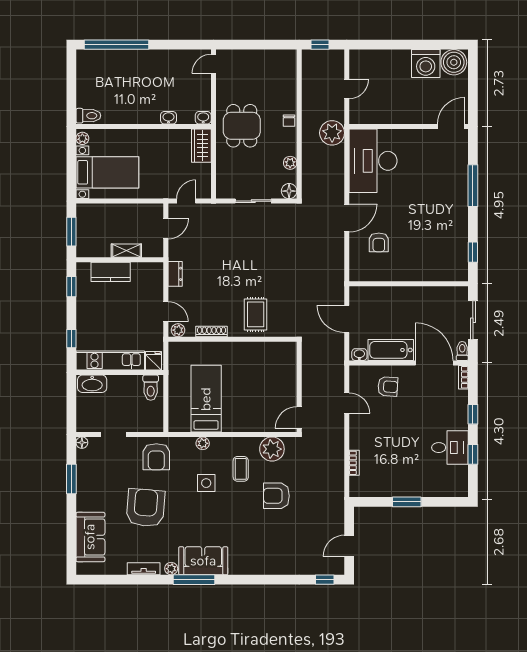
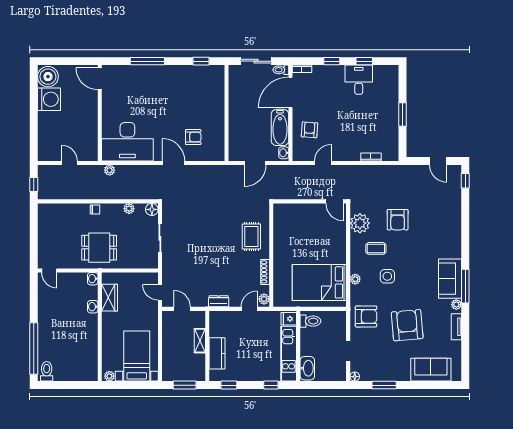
toilet: (88, 116) -> (47, 371), moved
plant: (332, 133) -> (110, 170), width x0.53, depth x0.53
wardrobe: (201, 146) -> (109, 298), moved, turned -90
rug: (256, 314) -> (251, 236), turned 90
bed: (206, 399) -> (319, 282), width x1.50
armchair: (146, 508) -> (407, 325), turned 80

